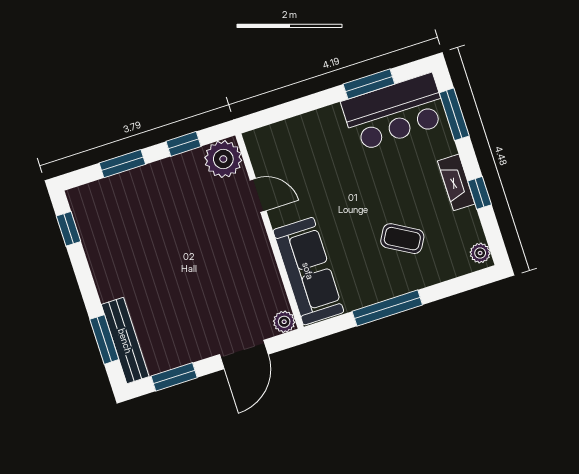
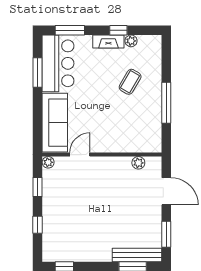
plant: (223, 159) -> (48, 162), width x0.53, depth x0.53
window: (122, 164) -> (38, 225), width x0.67
plant: (480, 253) -> (131, 41), moved
sofa: (308, 271) -> (55, 123), moved, turned 90
plant: (284, 322) -> (138, 163), moved

